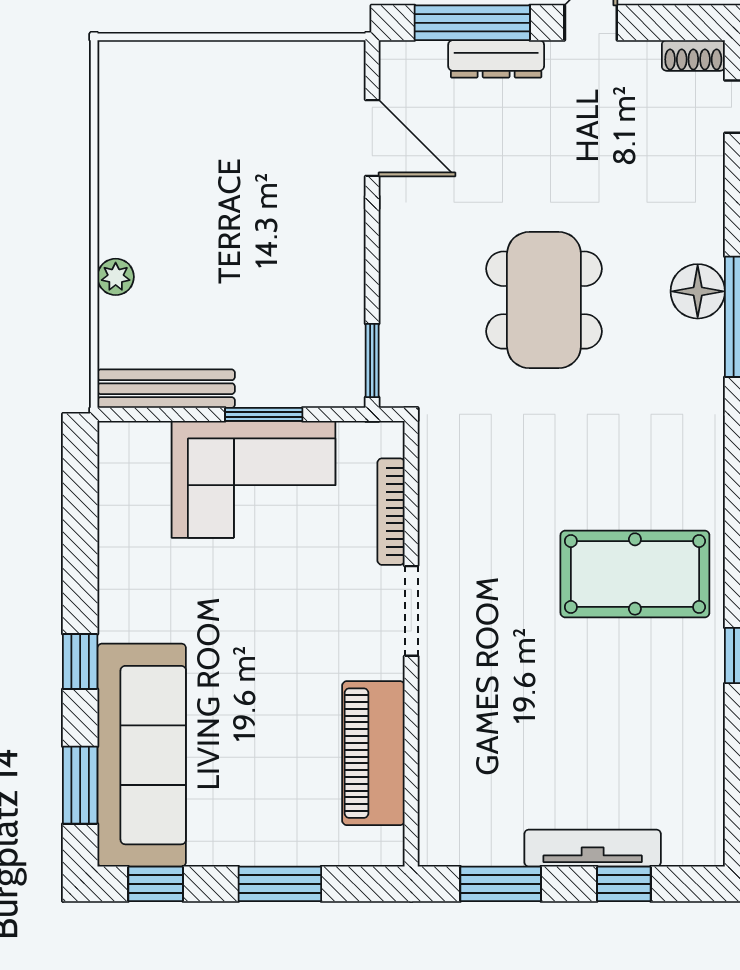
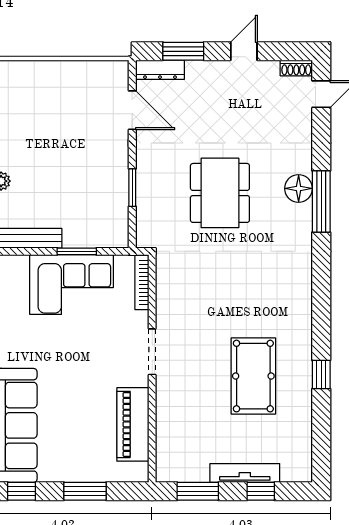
window: (472, 23) -> (183, 51), width x0.69
dresser: (496, 59) -> (160, 70), moved
window: (372, 361) -> (132, 188), moved
bookcase: (391, 512) -> (142, 282), moved
pool table: (635, 574) -> (253, 376), moved, turned 90

